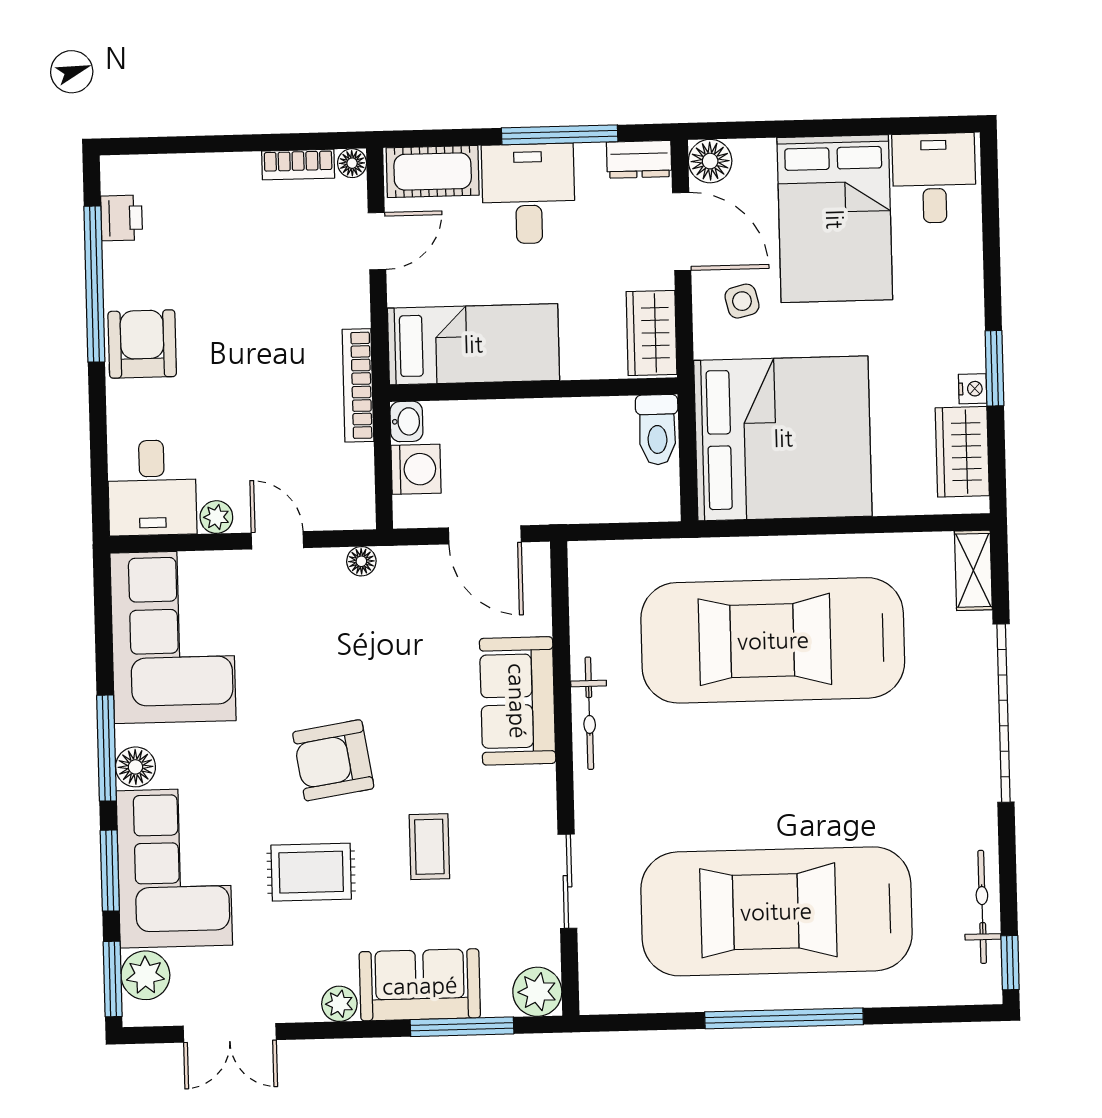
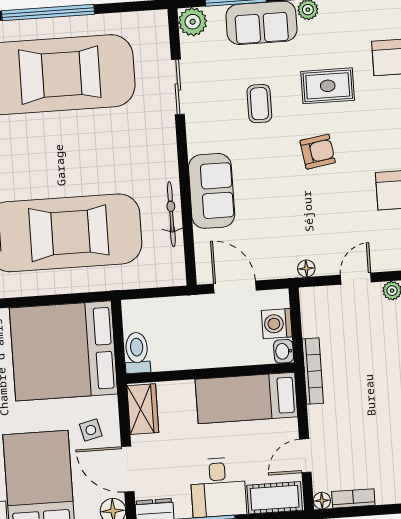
door: (277, 540) -> (356, 279), swing flipped
bicycle: (589, 713) -> (171, 214), moved
armchair: (333, 760) -> (318, 152), width x0.72, depth x0.72

